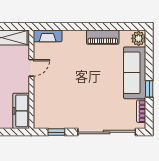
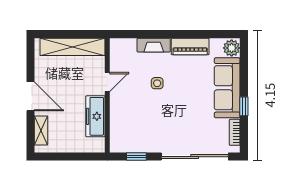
fireplace: (48, 36) -> (154, 45), moved
side table: (74, 69) -> (157, 83), added
freezer: (21, 111) -> (95, 116), moved

